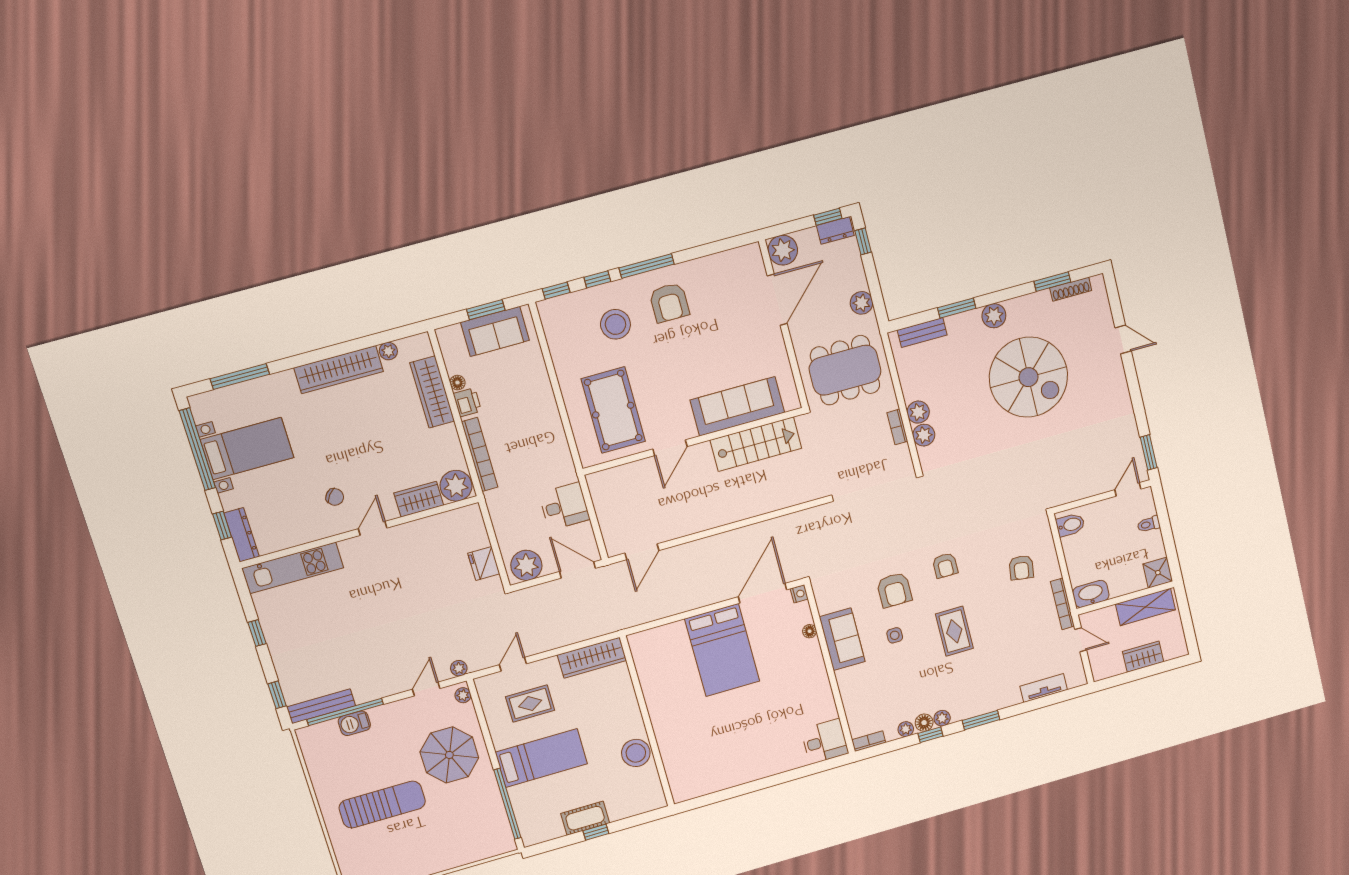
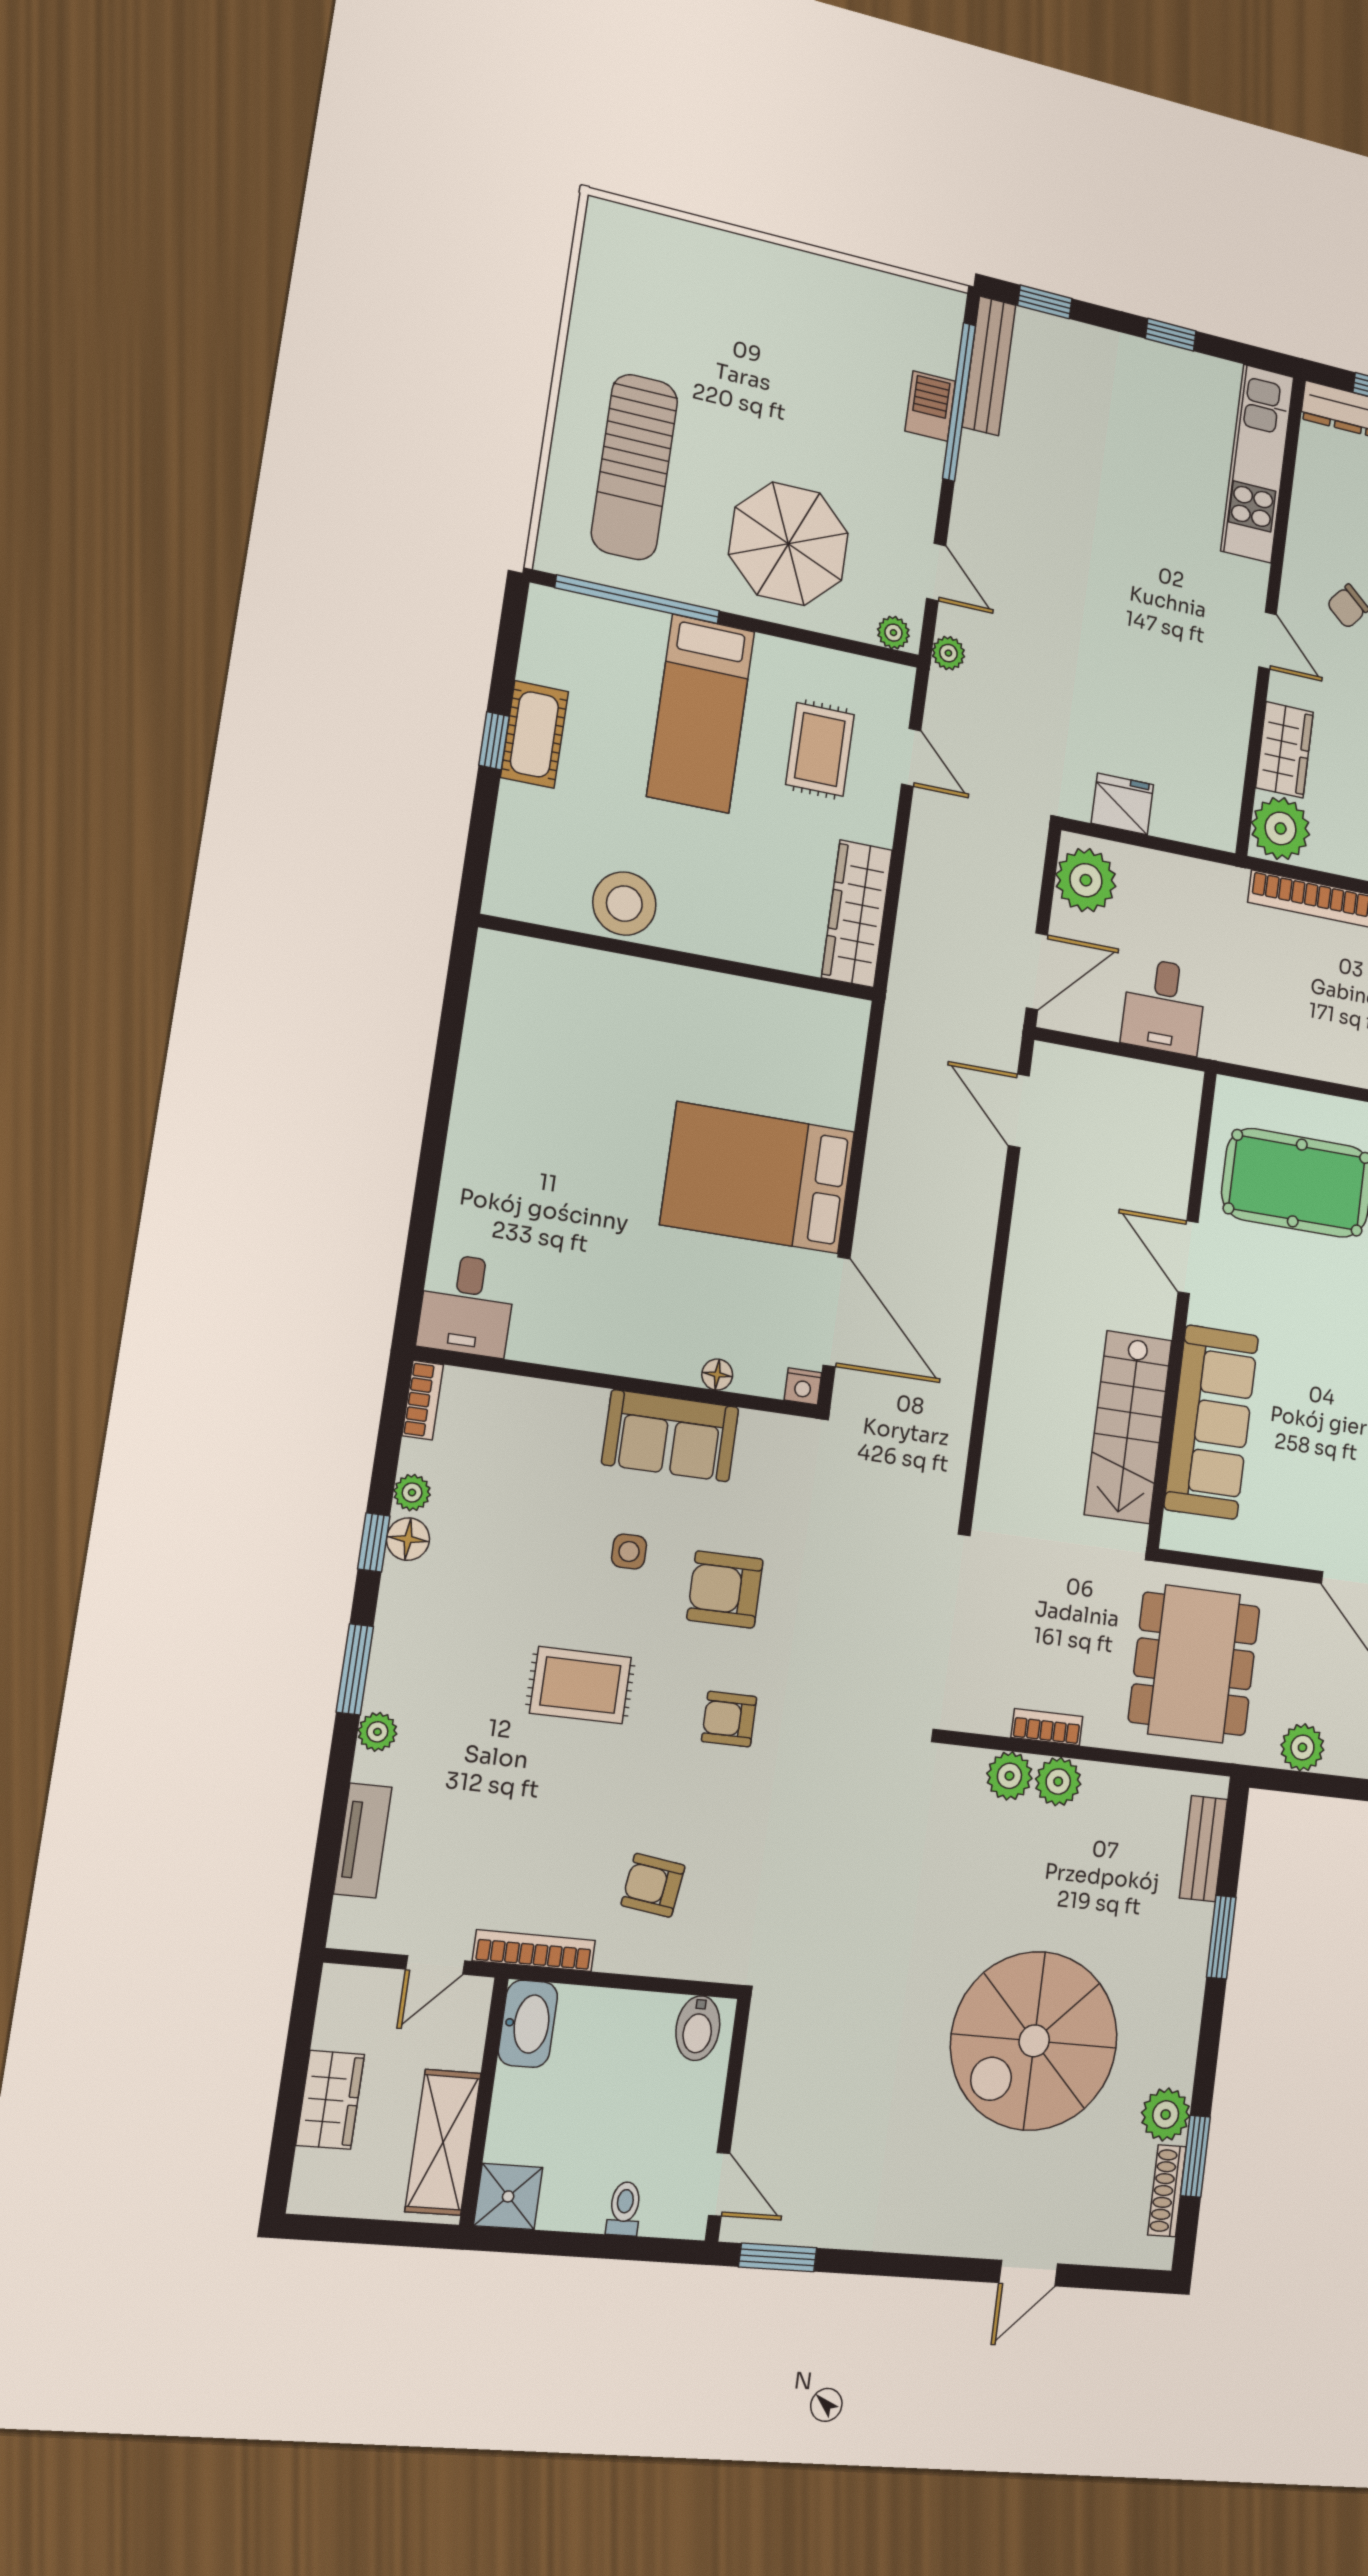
plant: (994, 316) -> (1166, 2115), moved
plant: (942, 718) -> (377, 1732), moved
sun lounger: (382, 805) -> (634, 467), moved

